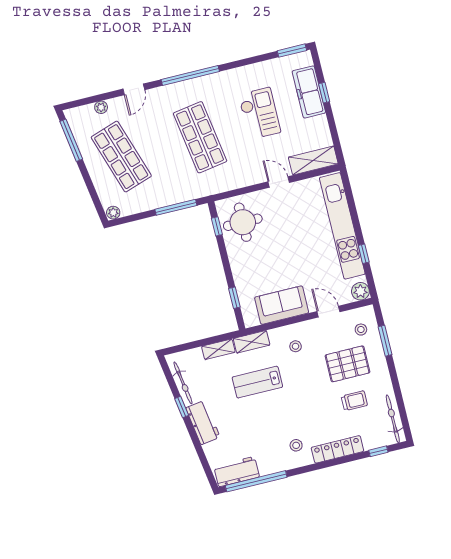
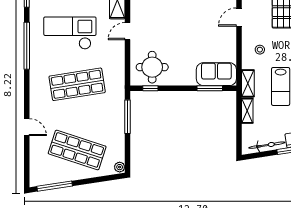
window: (190, 75) -> (27, 46), moved
plant: (101, 107) -> (34, 156), removed
checkout: (259, 113) -> (70, 33), width x1.36, depth x1.21
shop shelf: (121, 157) -> (77, 150), turned 36
window: (234, 298) -> (210, 88), width x1.50
sofa: (282, 305) -> (216, 74), moved, turned 90

